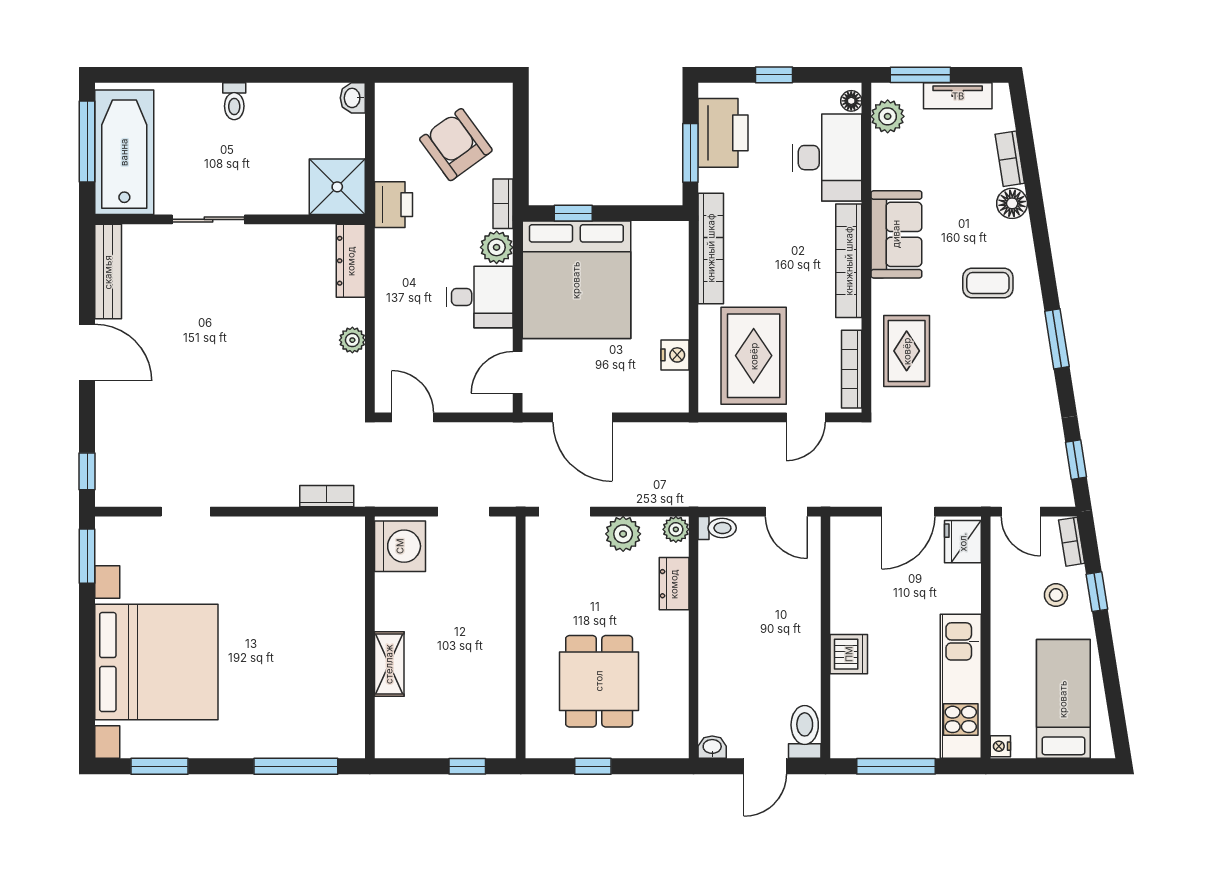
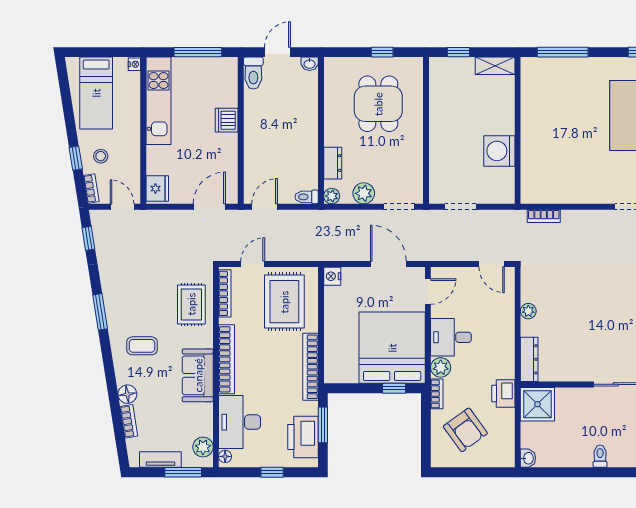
nightstand: (675, 355) -> (332, 276), moved
door: (786, 512) -> (265, 207), hinge flipped
door: (908, 512) -> (209, 207), moved
washing machine: (400, 546) -> (499, 151), moved
shelving: (389, 664) -> (495, 66), moved, turned 90

